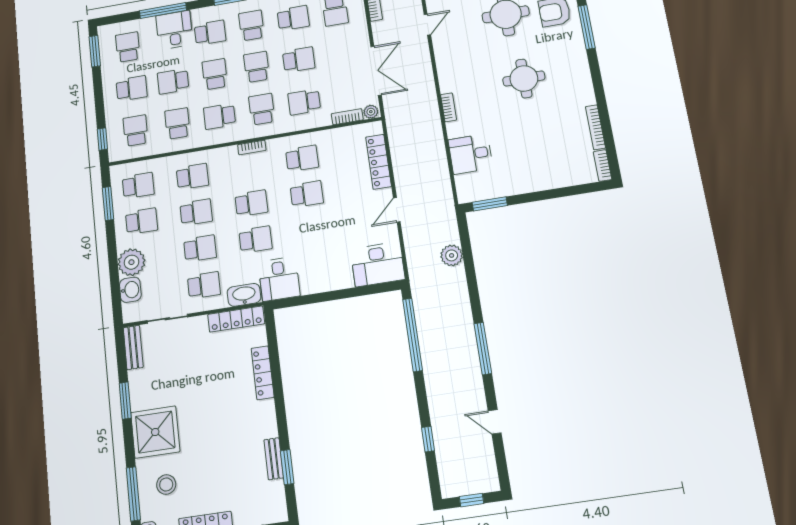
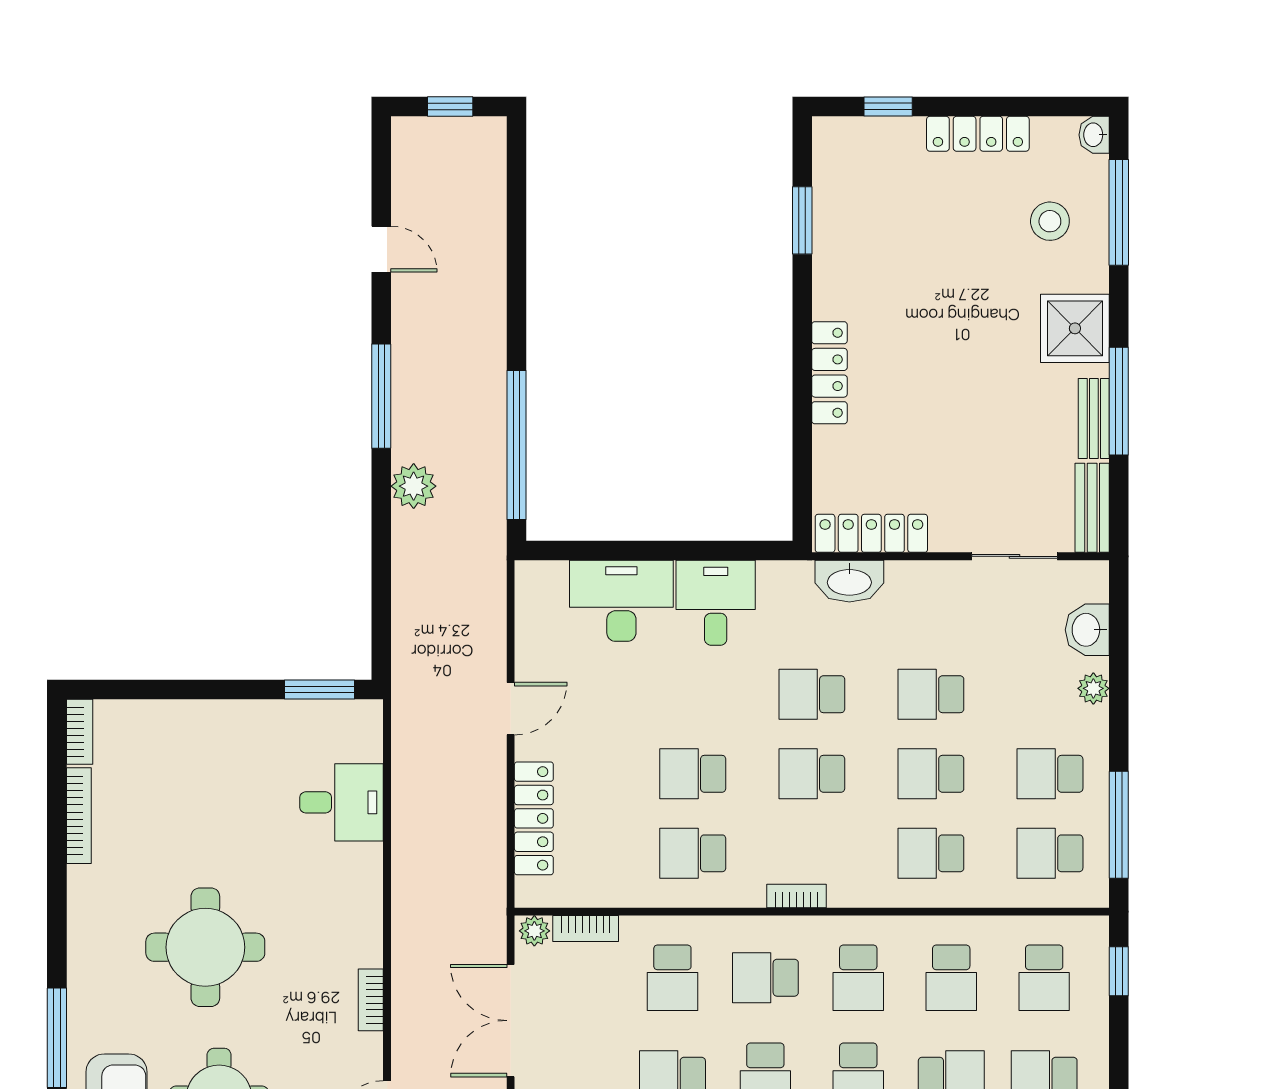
round table: (524, 79) -> (205, 947), width x1.36, depth x1.36
school desk: (304, 102) -> (672, 978), turned 90
bookcase: (449, 107) -> (371, 1000), moved
school desk: (262, 109) -> (765, 978), turned 90
school desk: (219, 116) -> (858, 978), turned 90
window: (108, 203) -> (1119, 825), width x1.44
plant: (452, 255) -> (414, 486), moved
plant: (131, 262) -> (1093, 688), width x0.53, depth x0.53
desk: (378, 264) -> (621, 601), moved
desk: (279, 279) -> (716, 603), moved
school desk: (204, 285) -> (931, 615), removed
locker: (263, 373) -> (829, 373), moved
window: (125, 401) -> (1119, 401), width x1.44
shower: (155, 432) -> (1075, 328), width x0.73, depth x0.73
window: (428, 439) -> (516, 235), removed
bench: (274, 459) -> (1094, 418), moved

